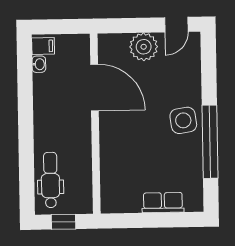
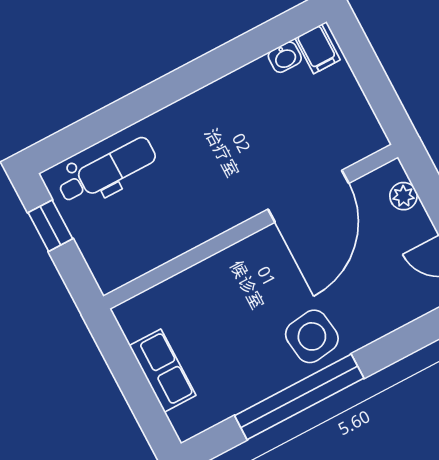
plant: (144, 47) -> (403, 196), width x0.53, depth x0.53
door: (95, 88) -> (308, 196), moved
wall: (95, 124) -> (251, 227), moved

